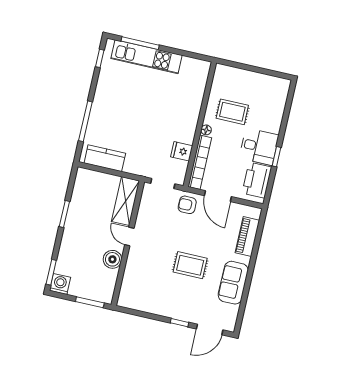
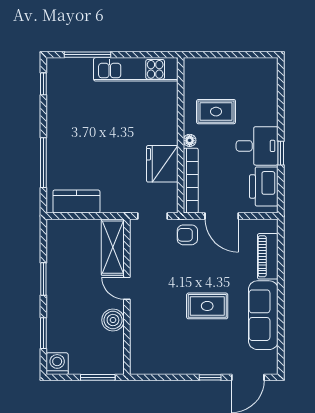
kitchen unit: (146, 57) -> (136, 69), moved
fridge: (182, 151) -> (162, 164), width x1.88, depth x1.34
window: (51, 272) -> (43, 333), moved
sofa: (233, 283) -> (263, 315), width x1.36

